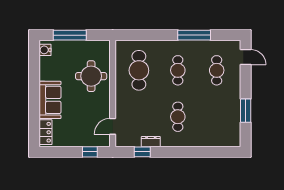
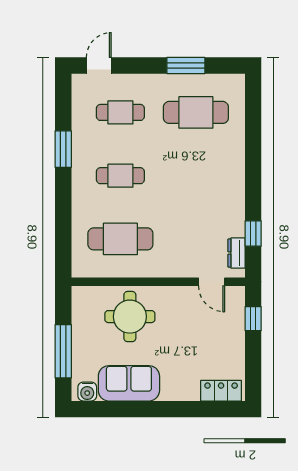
window: (194, 35) -> (63, 149), width x0.69
sofa: (50, 100) -> (129, 383), moved
cafe table: (178, 117) -> (196, 112), moved, width x1.37, depth x1.35
dresser: (151, 142) -> (236, 253), moved

